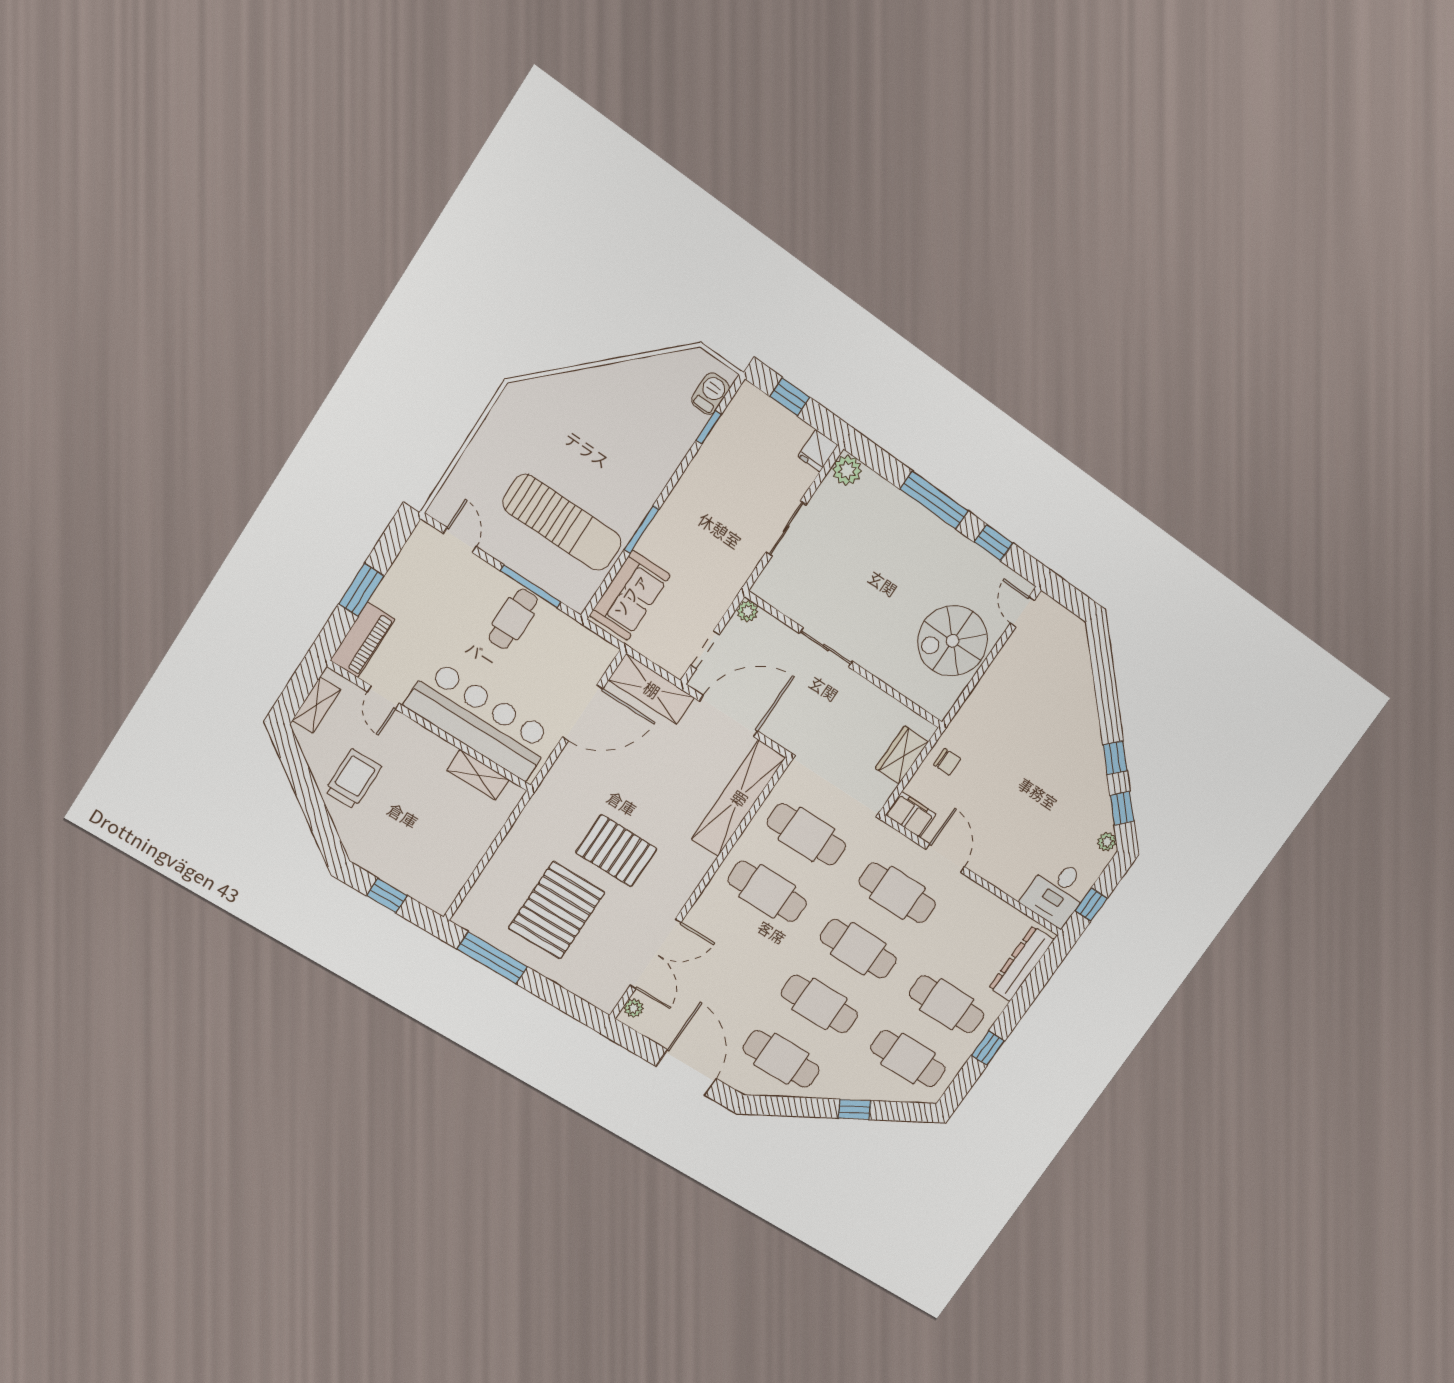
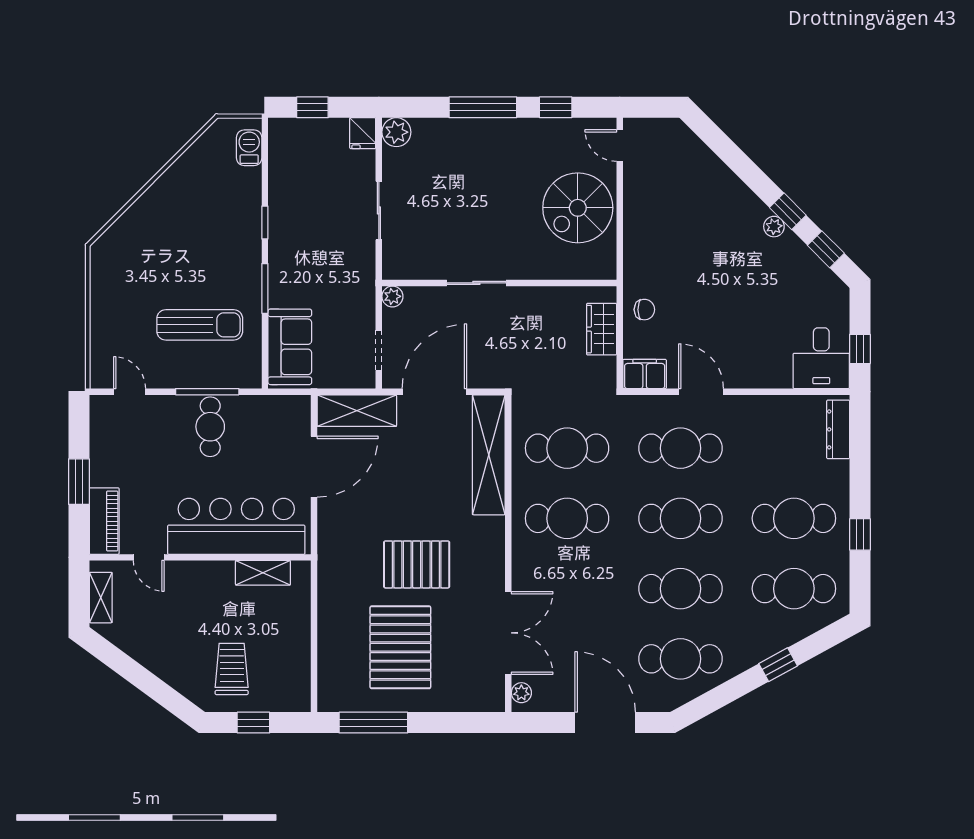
window: (709, 427) -> (265, 222), moved
sun lounger: (562, 523) -> (200, 325), width x0.73, depth x0.75
trolley: (353, 779) -> (232, 669), moved
plant: (1107, 842) -> (774, 227), moved
dresser: (1021, 964) -> (838, 429), width x0.73, depth x0.80

